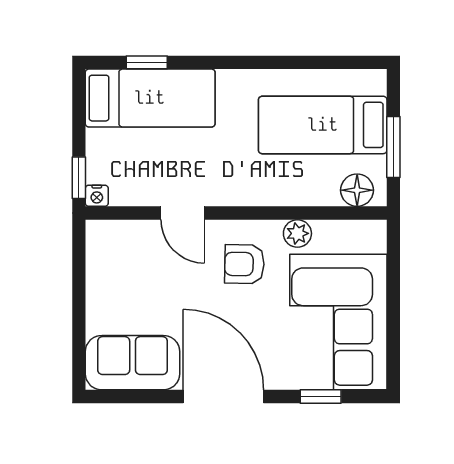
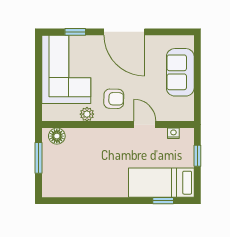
bed: (323, 125) -> (74, 169), removed
window: (79, 178) -> (197, 156), moved
nightstand: (97, 196) -> (173, 133), moved
sofa: (133, 363) -> (180, 72), moved, turned 90

